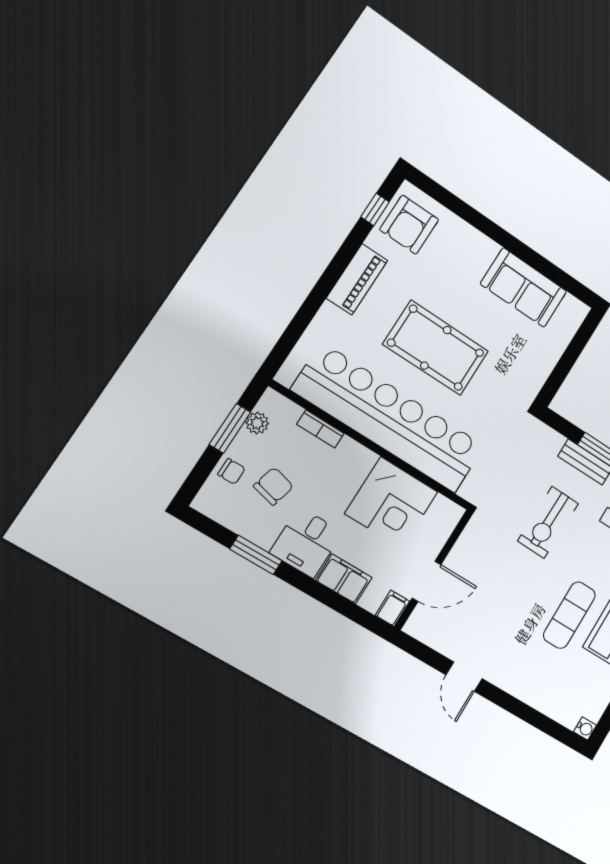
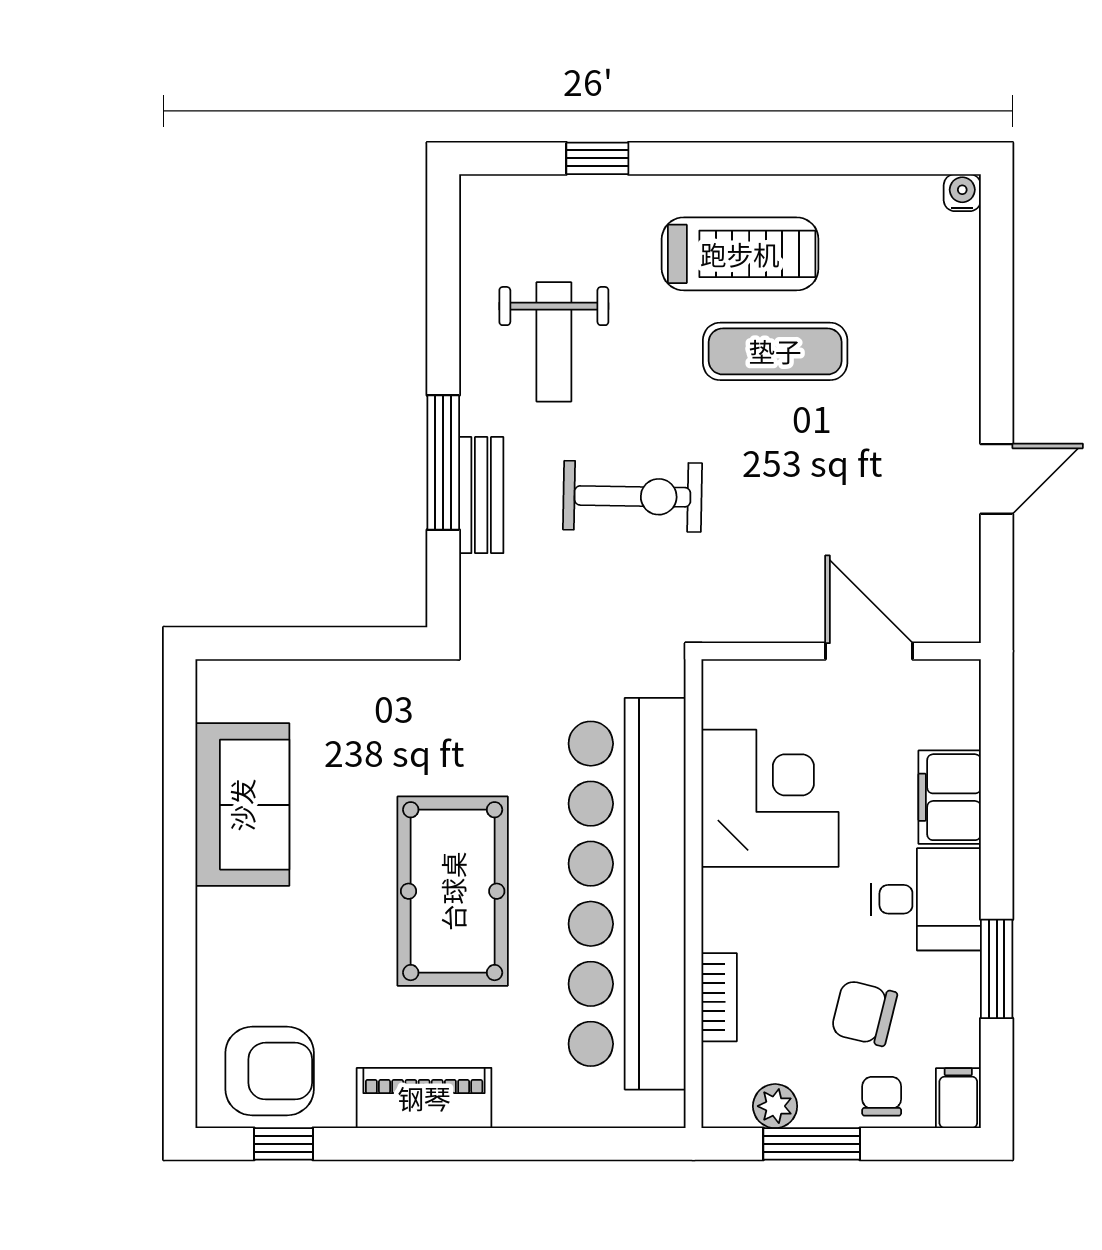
filing cabinet: (392, 608) -> (958, 1098), moved, turned 90

